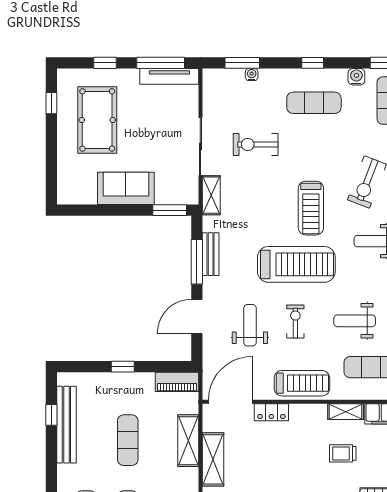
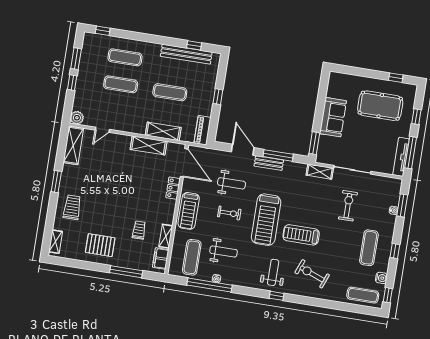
bench: (211, 254) -> (269, 163), moved
weight bench: (355, 321) -> (224, 251), turned 90

